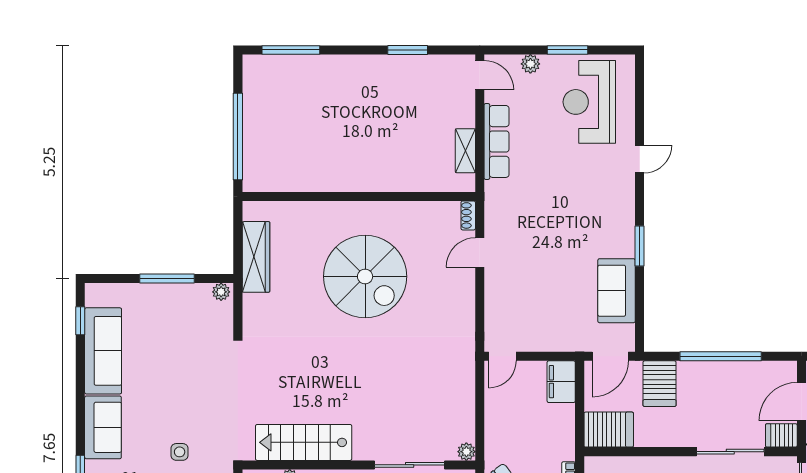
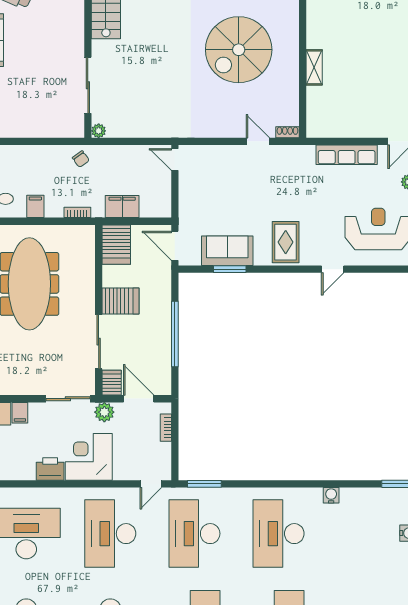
shelving: (465, 151) -> (314, 67), moved, turned 90
door: (640, 159) -> (333, 269), hinge flipped
rug: (606, 218) -> (286, 242), added
window: (640, 246) -> (230, 269), moved
filing cabinet: (561, 382) -> (122, 207), moved
server rack: (660, 384) -> (121, 301), moved, turned 180

